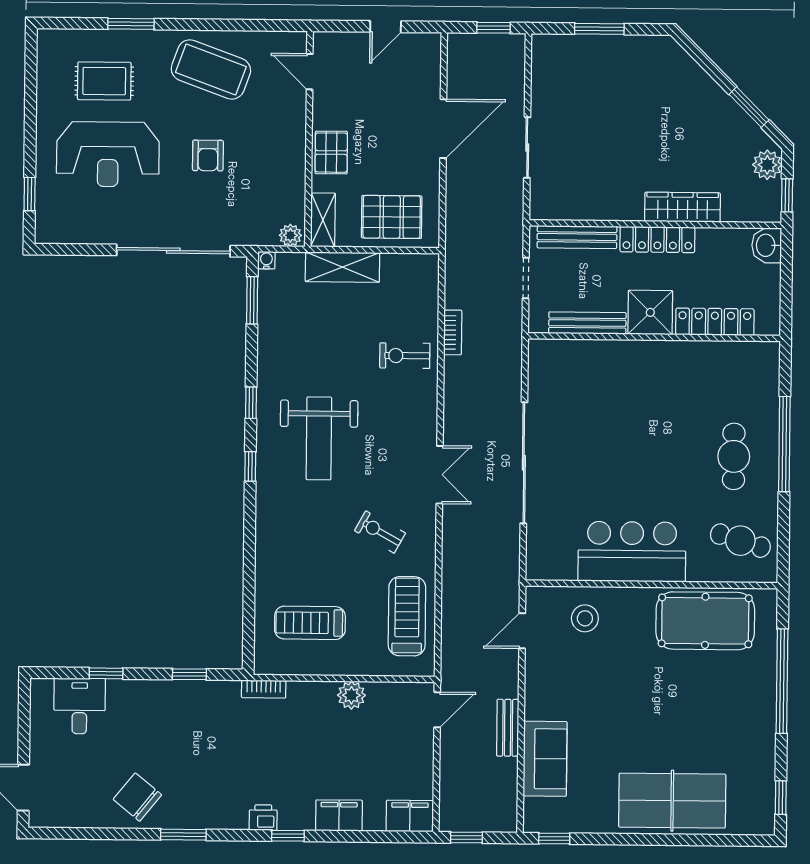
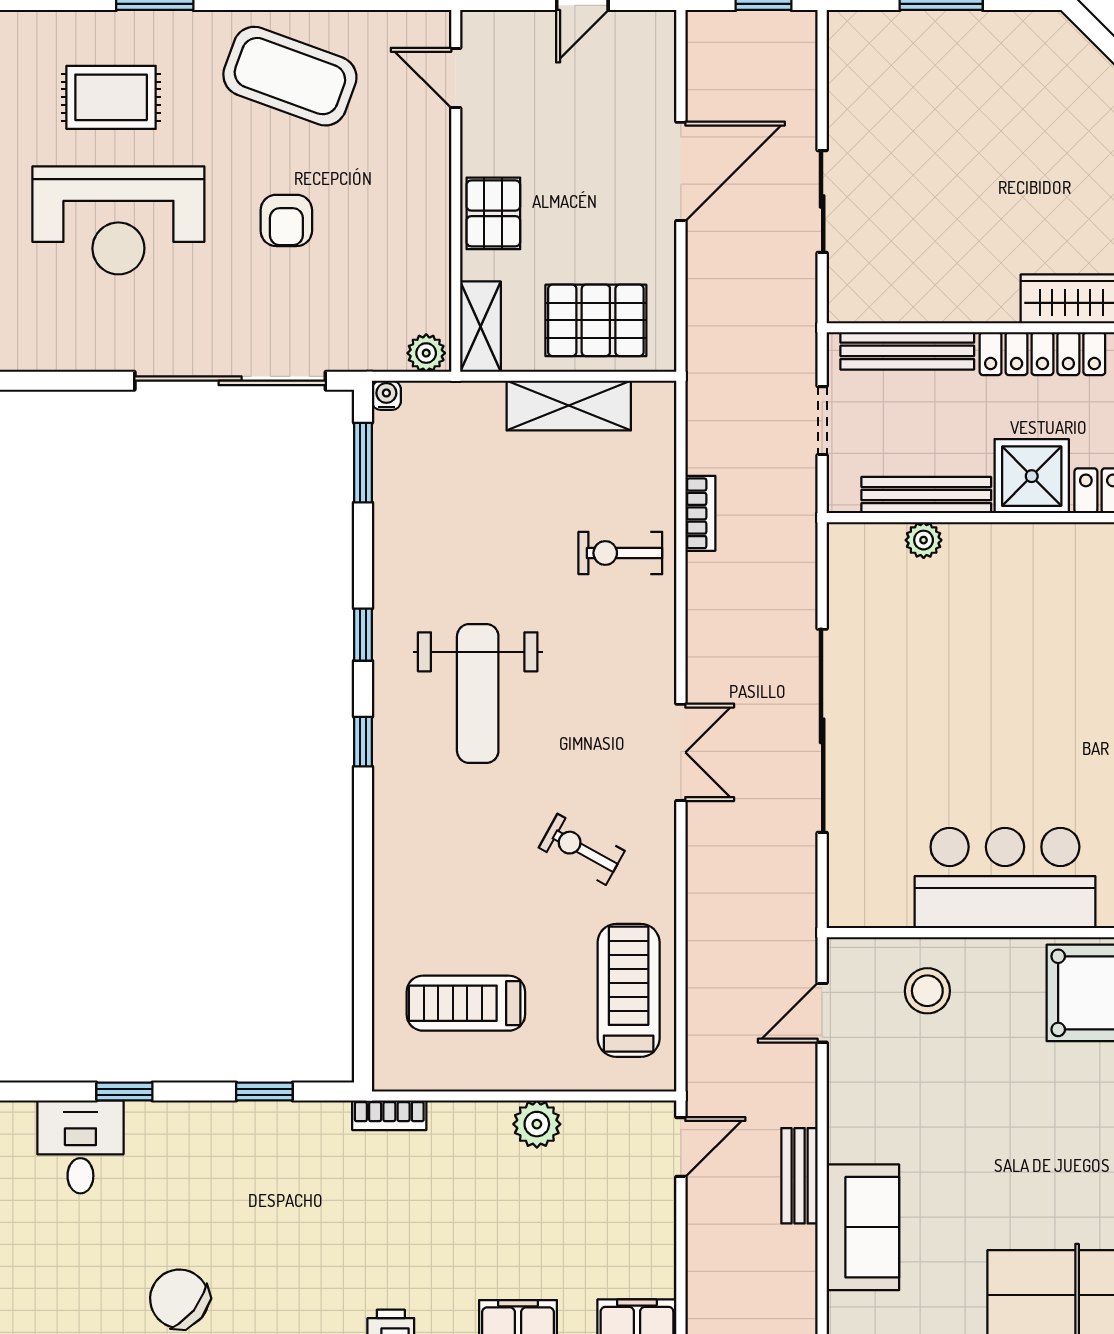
shelving: (342, 267) -> (569, 406), moved
plant: (585, 350) -> (924, 540), added

